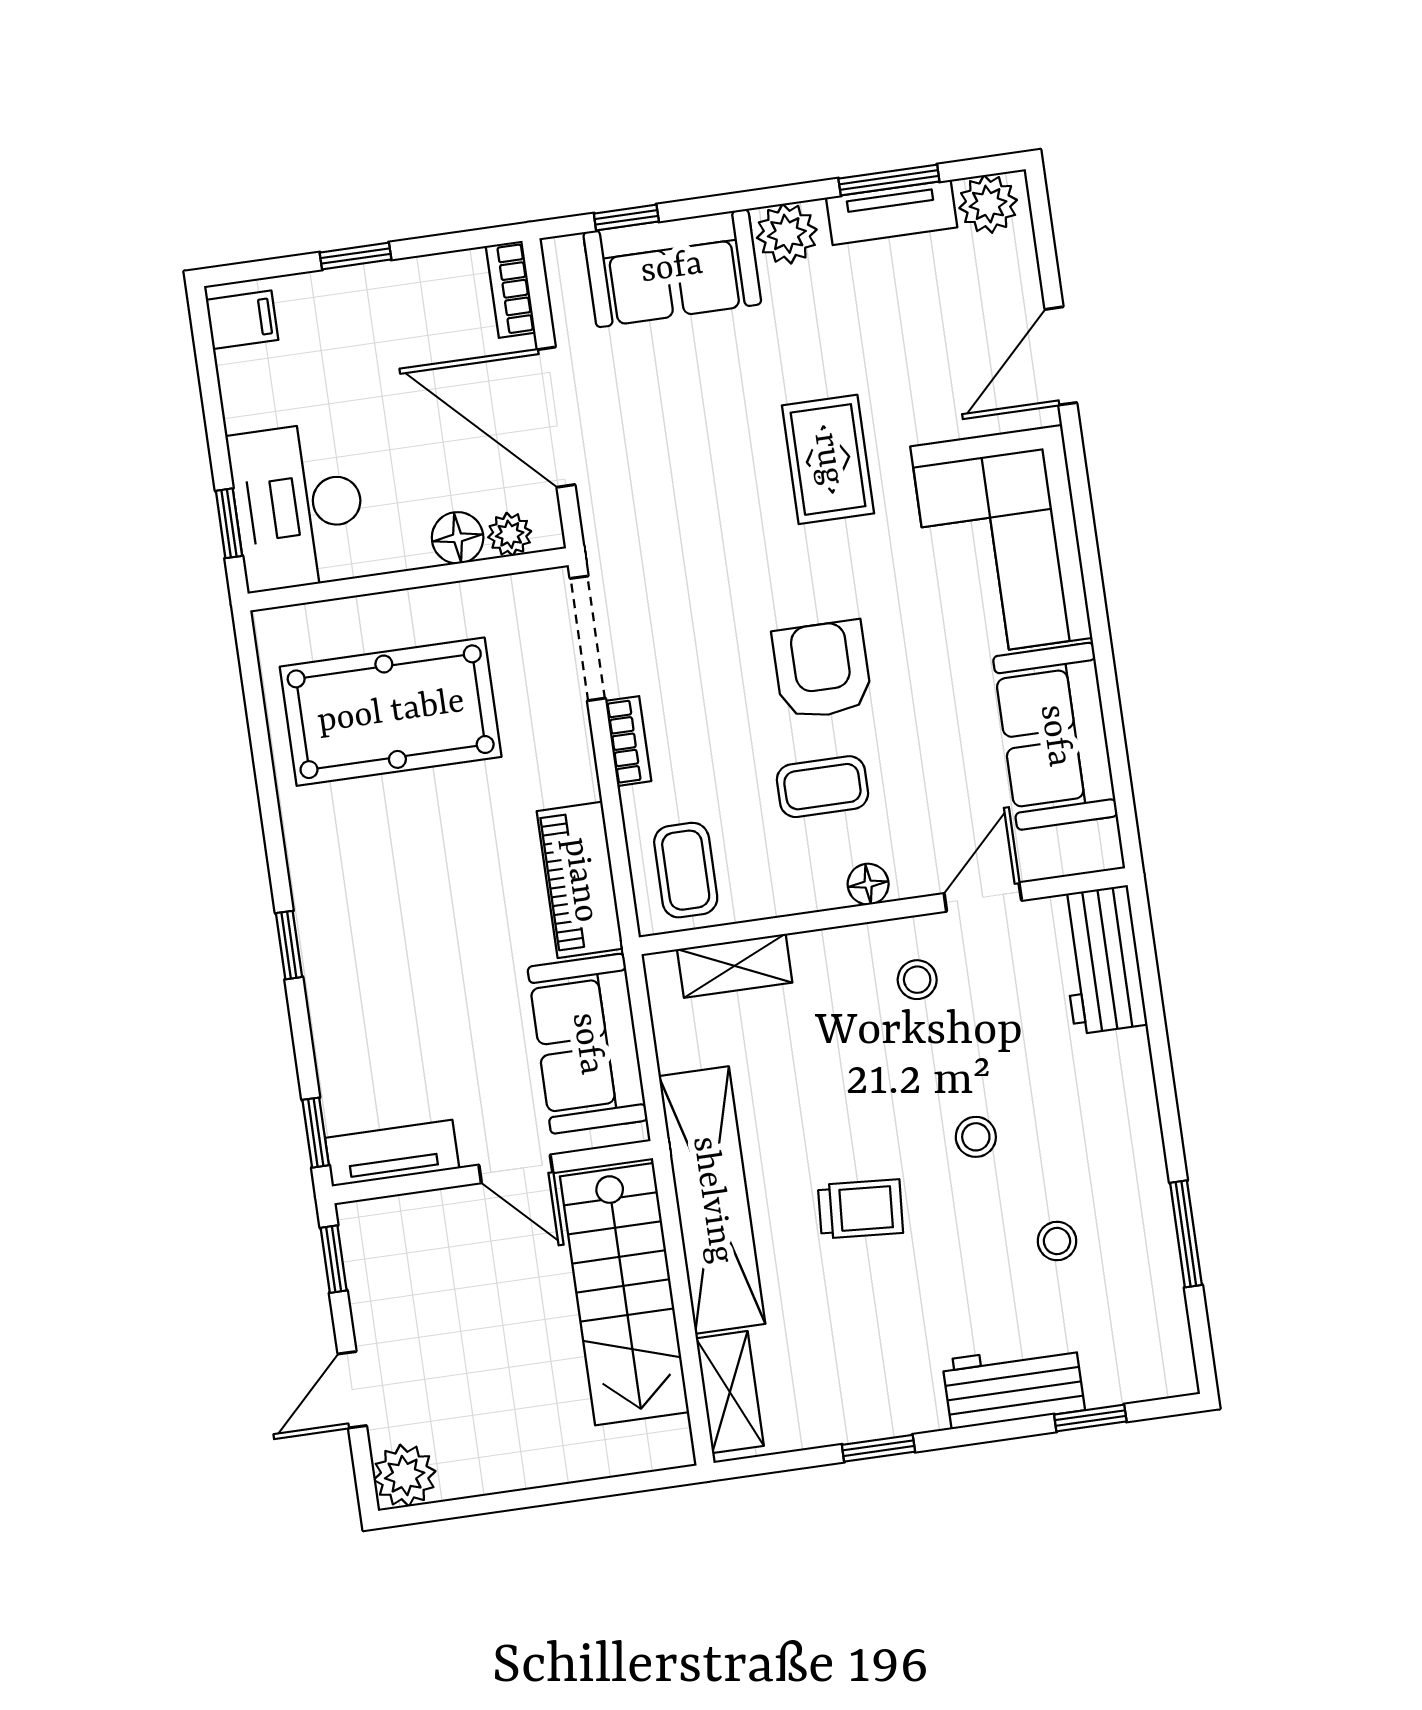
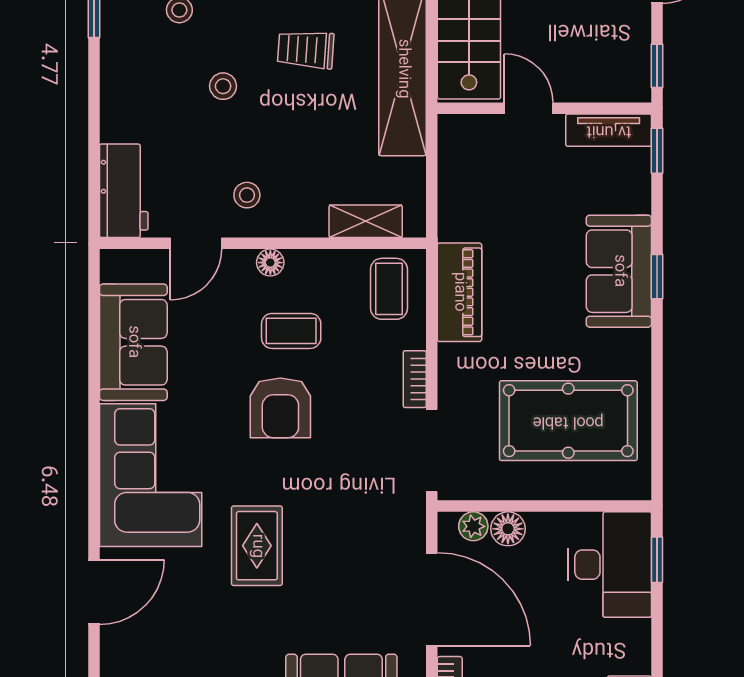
sofa: (587, 1044) -> (619, 271), moved, turned 180

